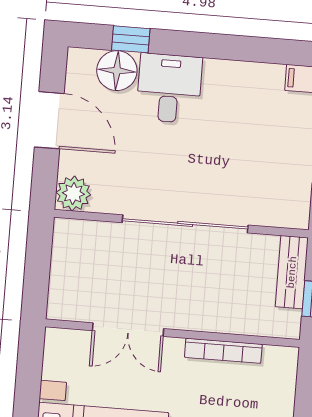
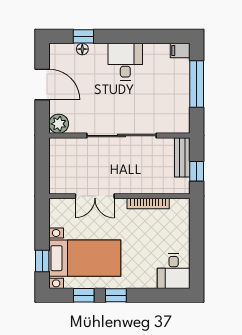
floor lamp: (117, 71) -> (82, 49), width x0.53, depth x0.53
desk: (169, 88) -> (125, 62), moved

